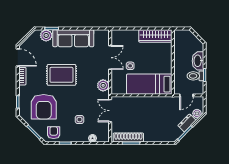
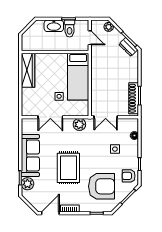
double door: (110, 58) -> (50, 117), swing flipped
dresser: (187, 123) -> (128, 47), moved

